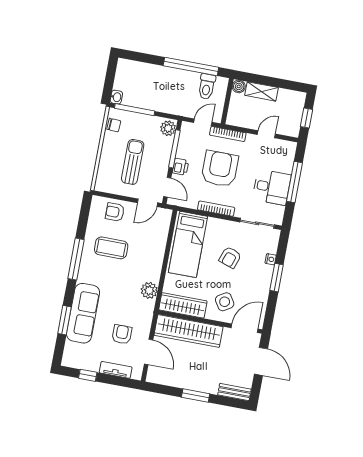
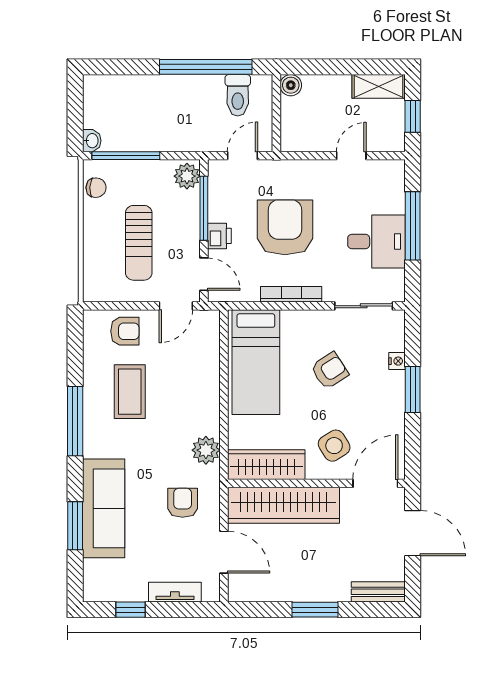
shelving: (261, 91) -> (379, 86), moved
bookcase: (228, 134) -> (288, 167), removed
sun lounger: (133, 162) -> (139, 243), turned 180
armchair: (115, 212) -> (125, 331), turned 180
coffee table: (111, 248) -> (130, 392), turned 90
armchair: (230, 257) -> (330, 371), turned -142
armchair: (122, 334) -> (183, 503), moved

